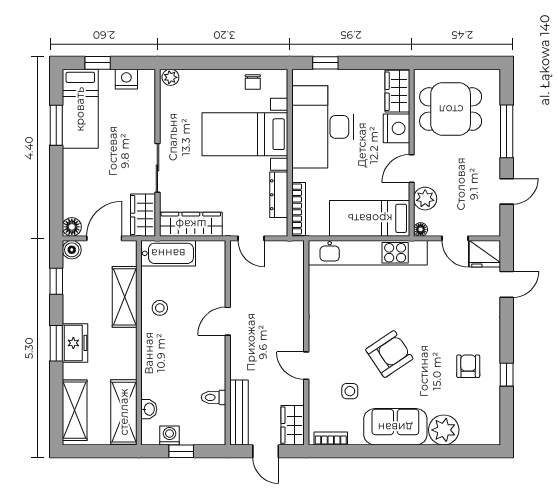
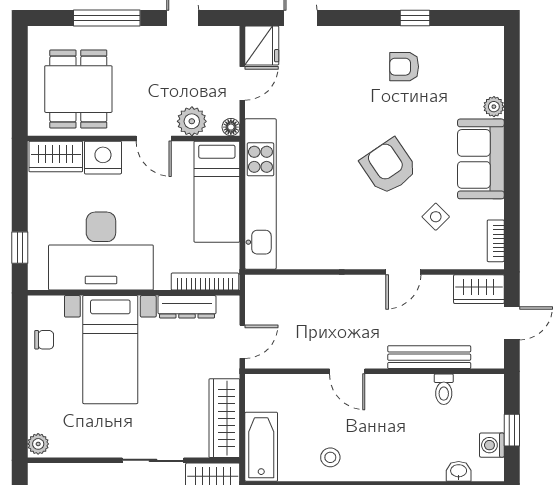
side table: (350, 391) -> (436, 217), turned 45
bench: (239, 412) -> (429, 357), moved
plant: (444, 430) -> (494, 107), width x0.53, depth x0.53

